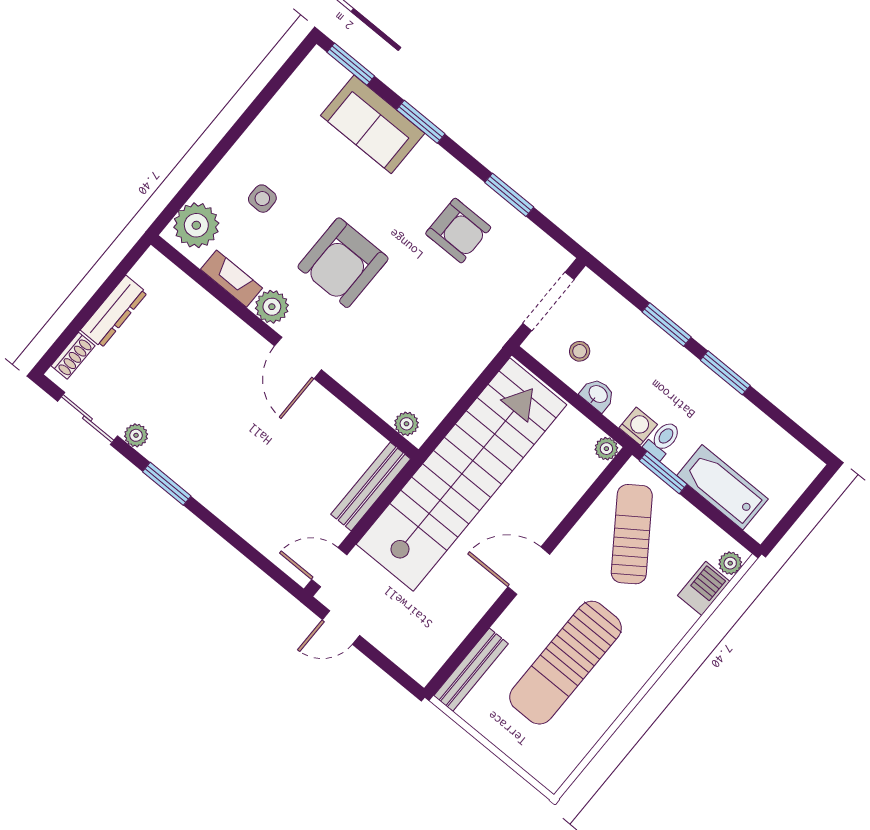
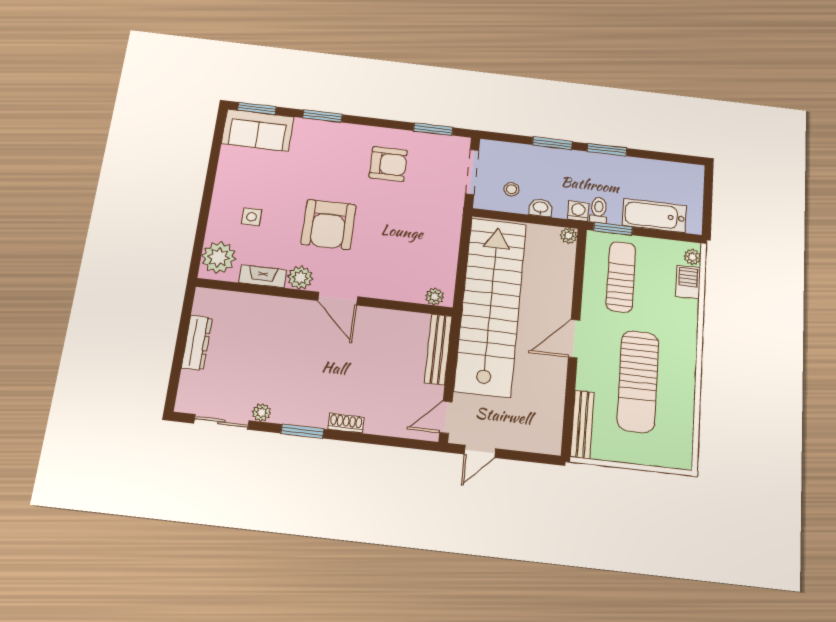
sofa: (373, 124) -> (258, 130), moved
window: (509, 195) -> (433, 129), moved
shoe rack: (73, 356) -> (346, 423), moved, turned -90
sun lounger: (632, 534) -> (621, 277), turned 35

